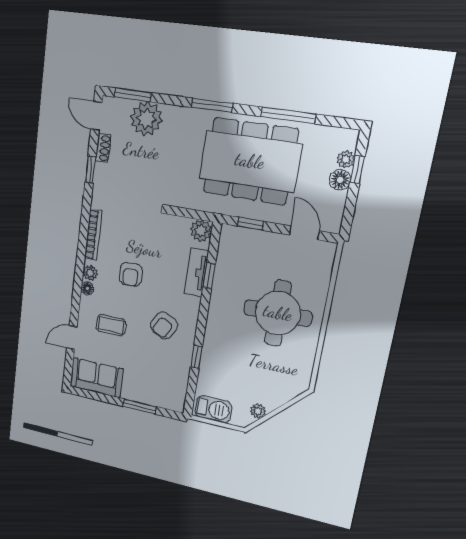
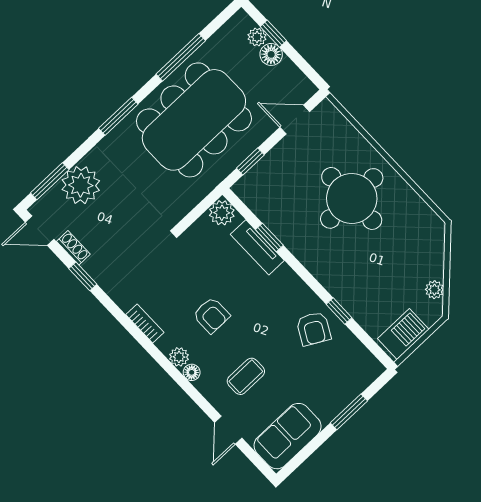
bookcase: (93, 235) -> (145, 324), width x0.64
armchair: (164, 325) -> (314, 329), moved

